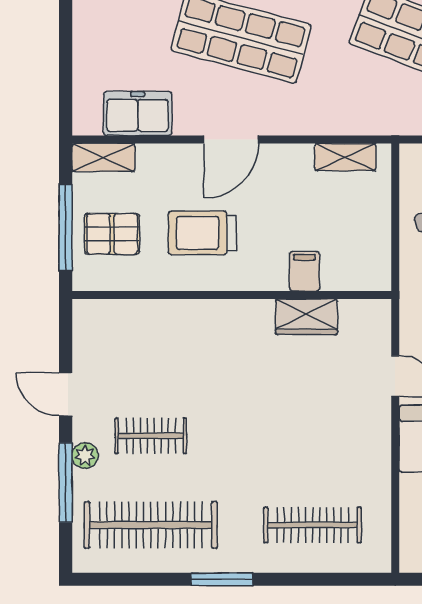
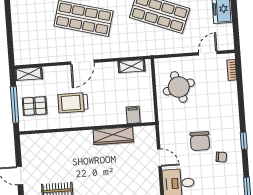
freezer: (138, 114) -> (42, 54), removed
filing cabinet: (304, 271) -> (133, 115), moved
wardrobe: (306, 317) -> (113, 136), width x1.50

